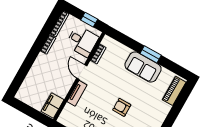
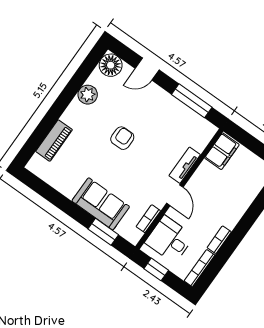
window: (151, 54) -> (103, 232), moved
sofa: (143, 67) -> (101, 204), moved
piano: (174, 91) -> (54, 141), moved
armchair: (122, 107) -> (122, 138), turned -90

